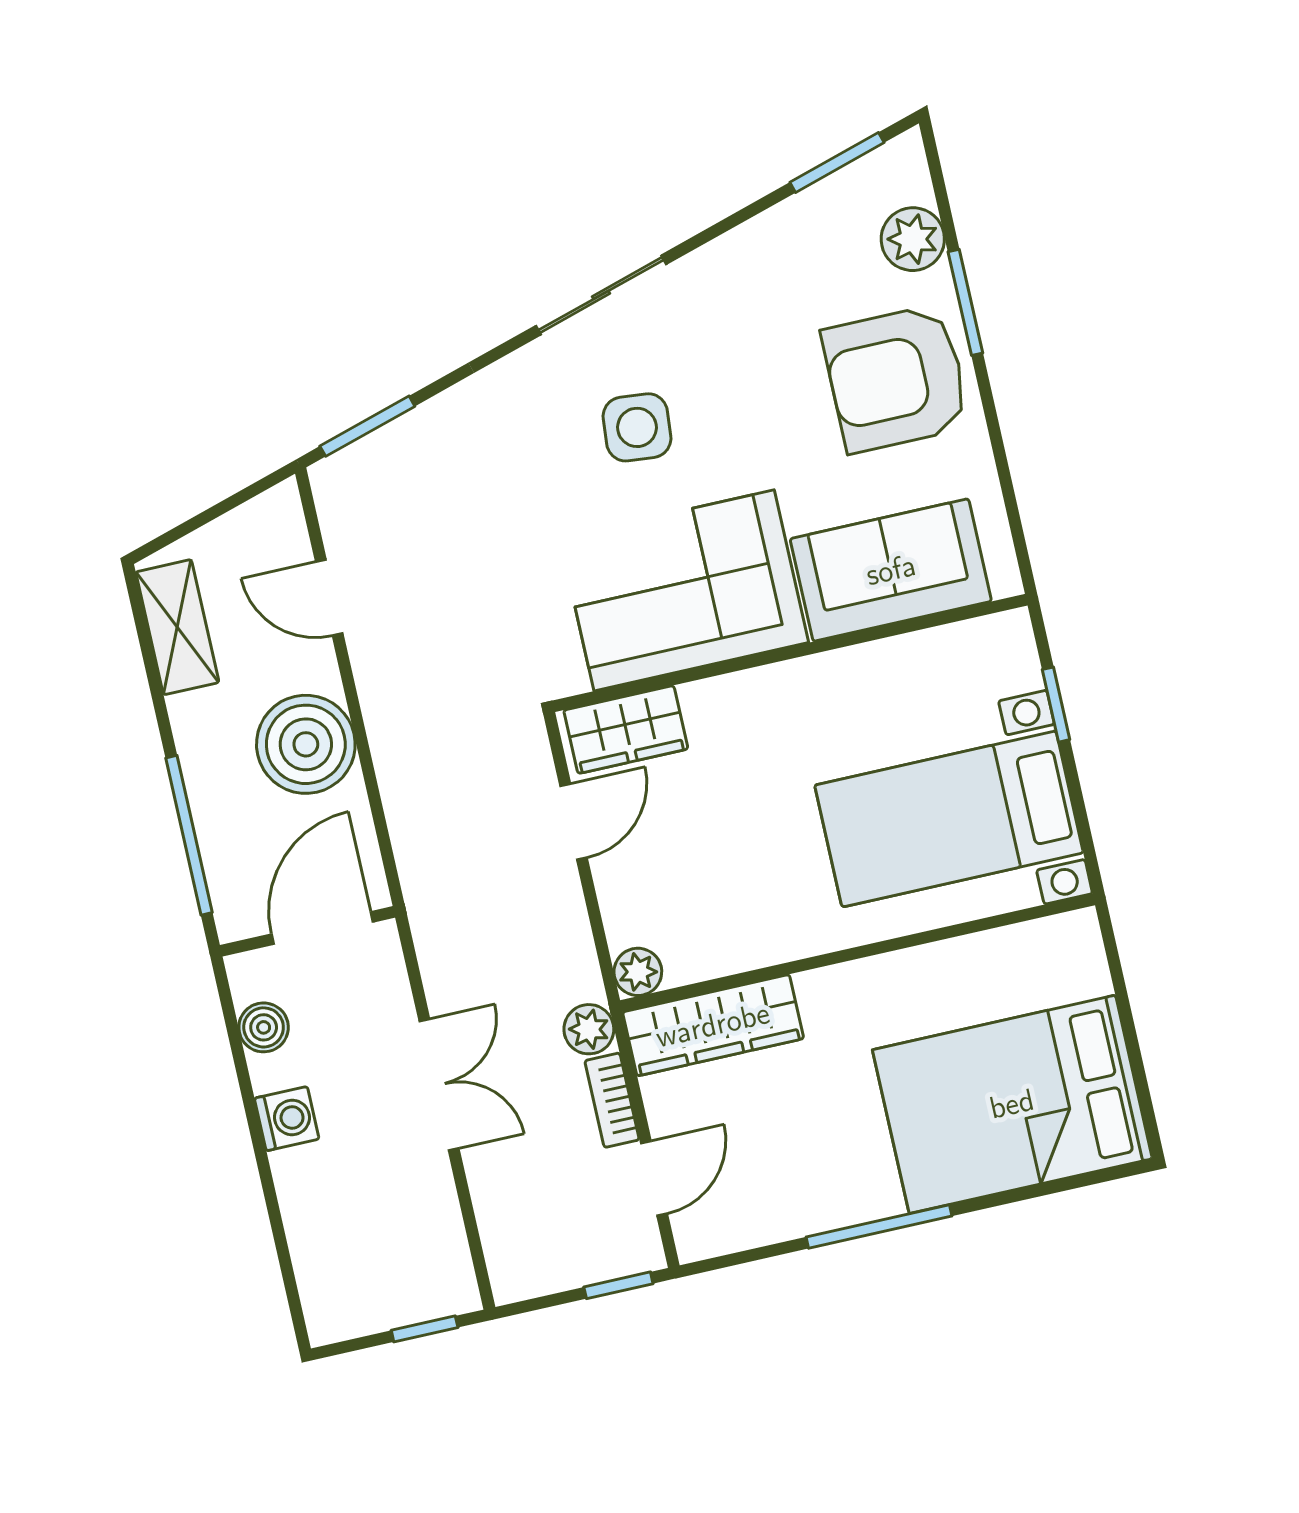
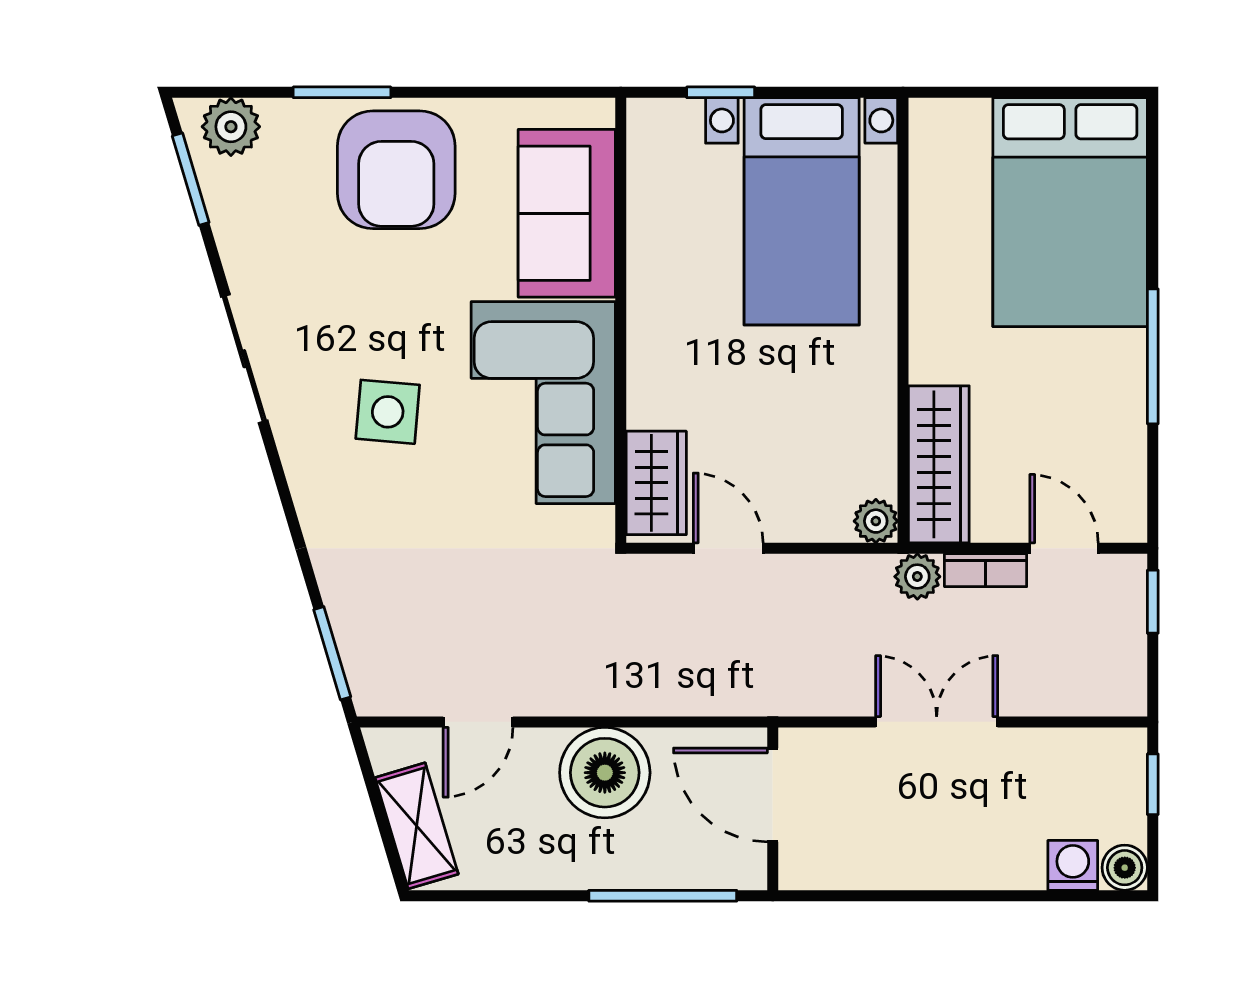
plant: (913, 239) -> (231, 127), moved
sliding door: (601, 295) -> (244, 359), moved
shelving: (177, 627) -> (417, 826), moved, turned 73
boiler: (264, 1027) -> (1125, 868), moved
washing machine: (287, 1119) -> (1073, 865), moved

